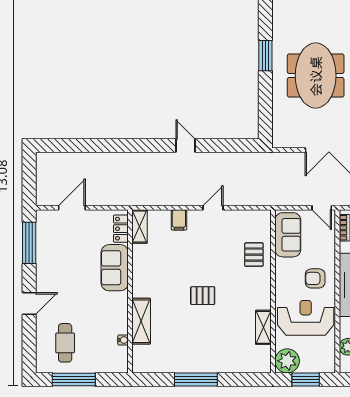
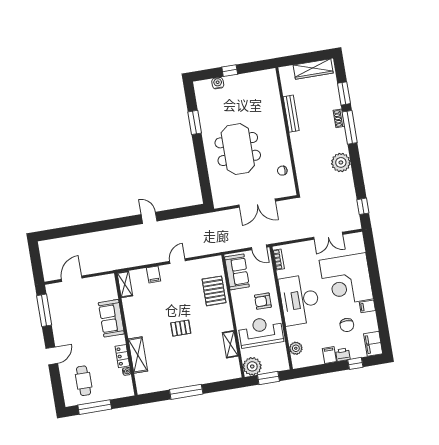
window: (265, 56) -> (195, 122), moved
locker: (121, 229) -> (122, 356), moved
pallet: (254, 255) -> (214, 291), width x1.50, depth x1.42

